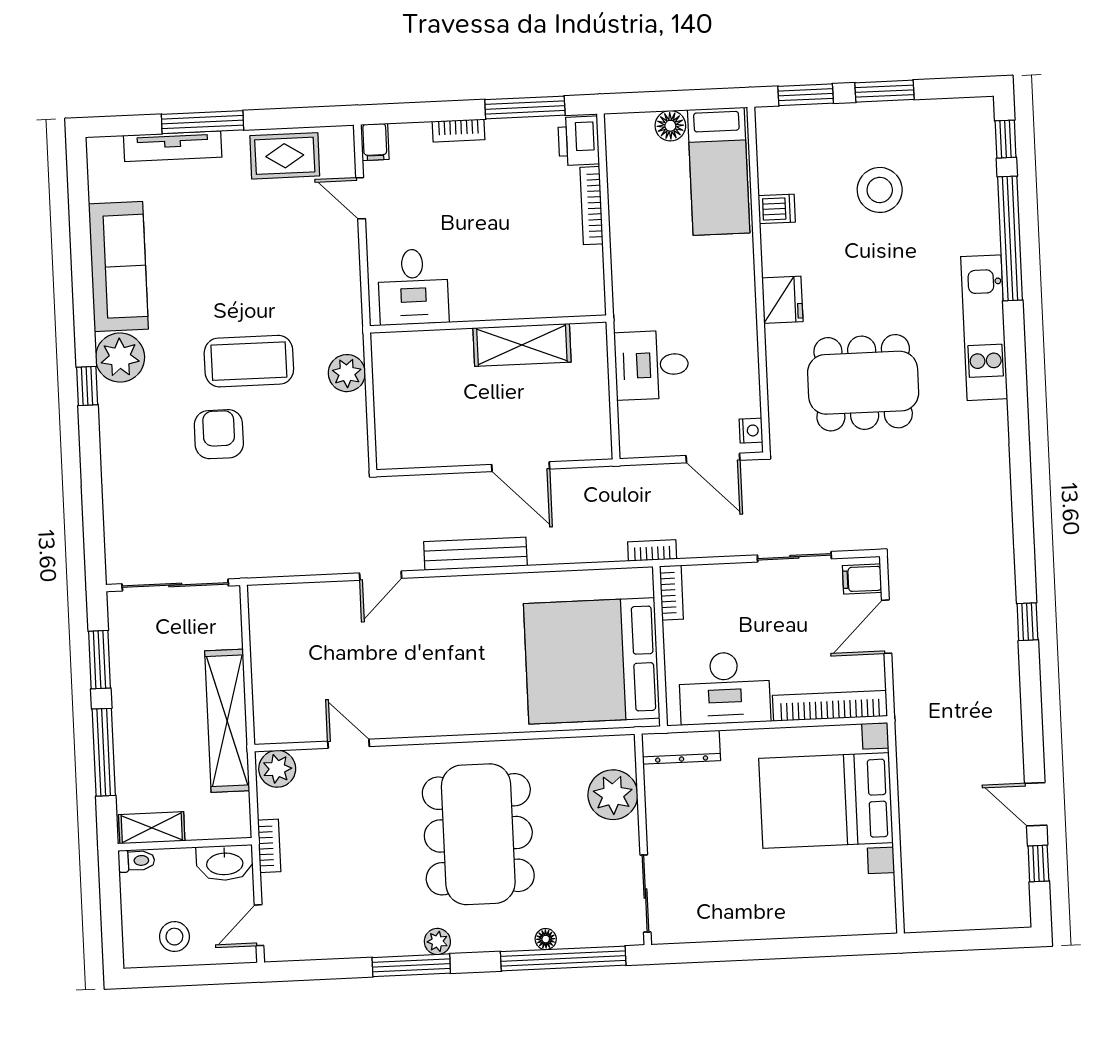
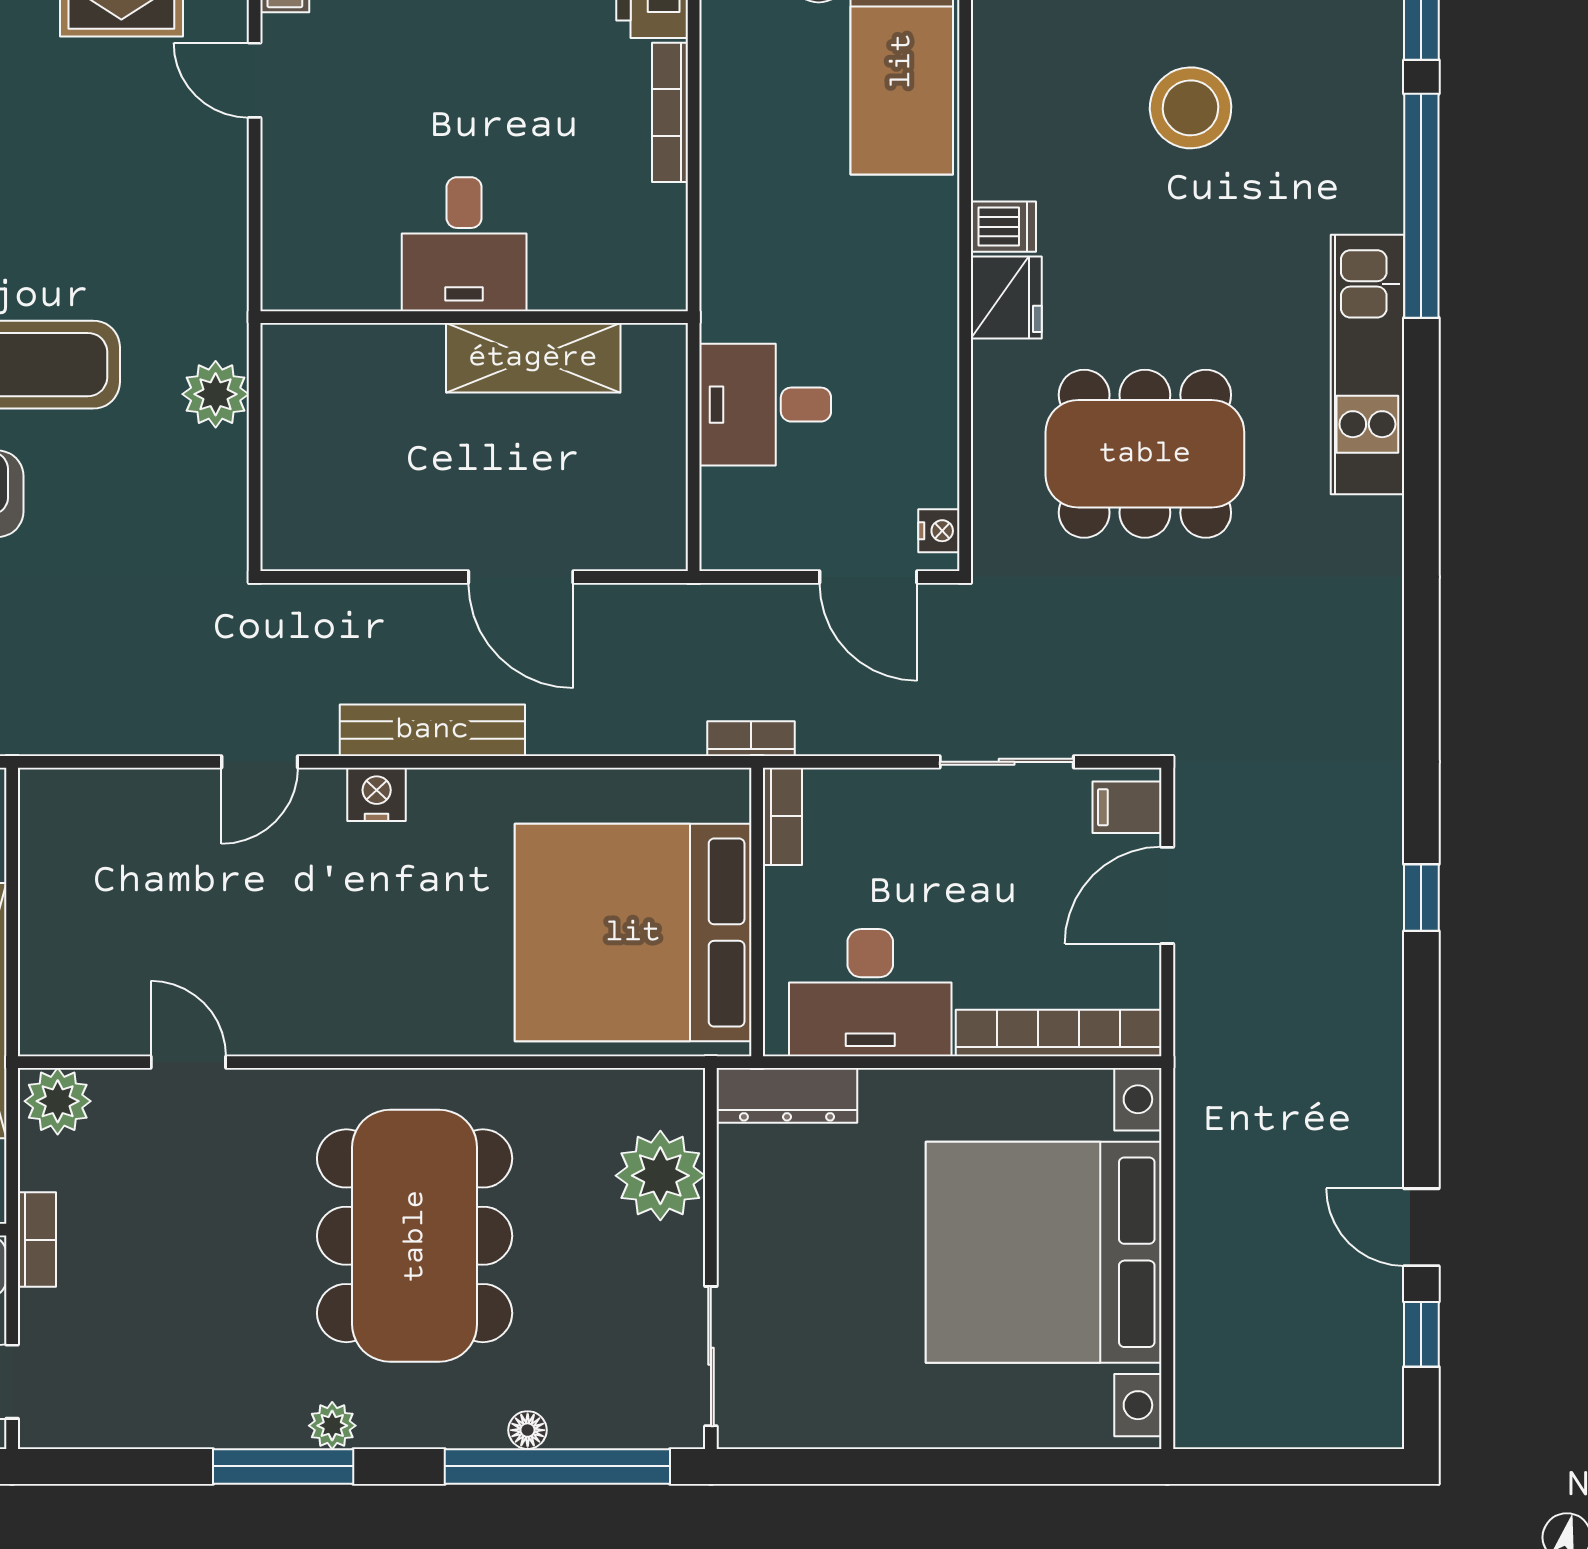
dishwasher: (777, 209) -> (1003, 227), moved
desk: (413, 287) -> (464, 244), moved
nightstand: (446, 591) -> (377, 794), added
bed with nightstands: (826, 800) -> (1044, 1252), width x1.36

